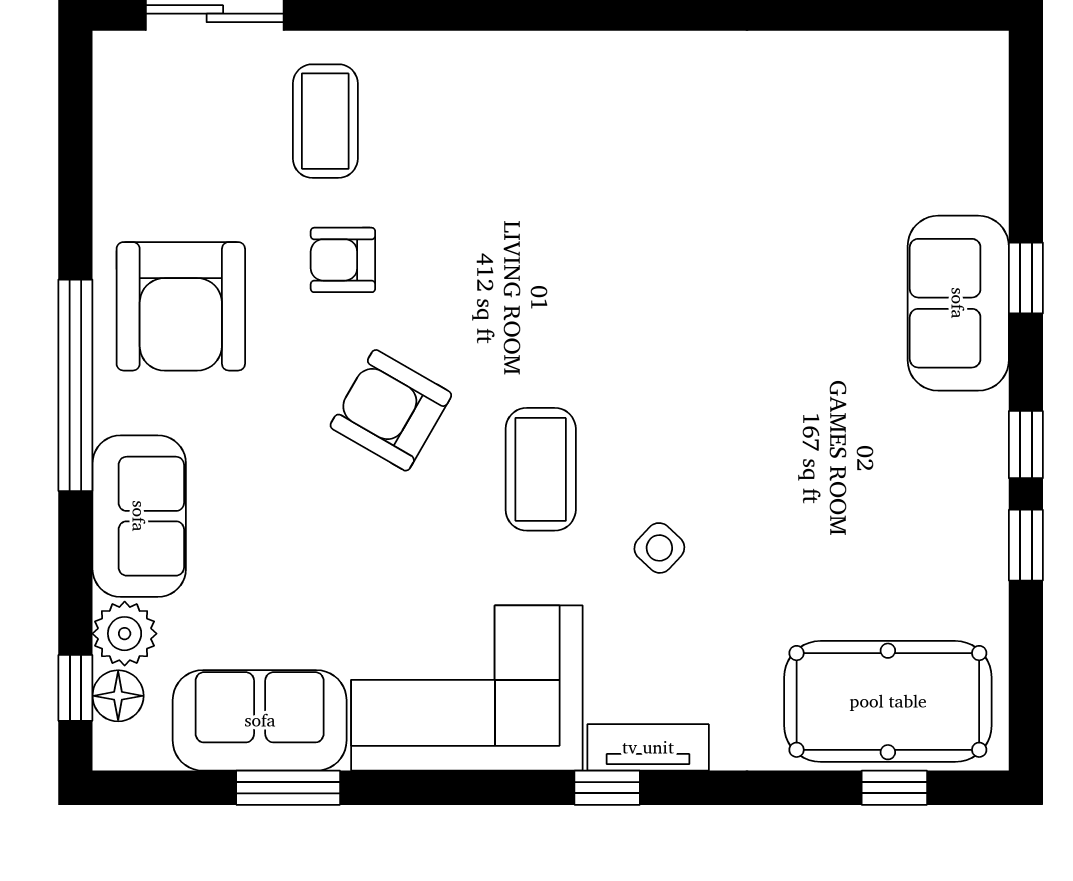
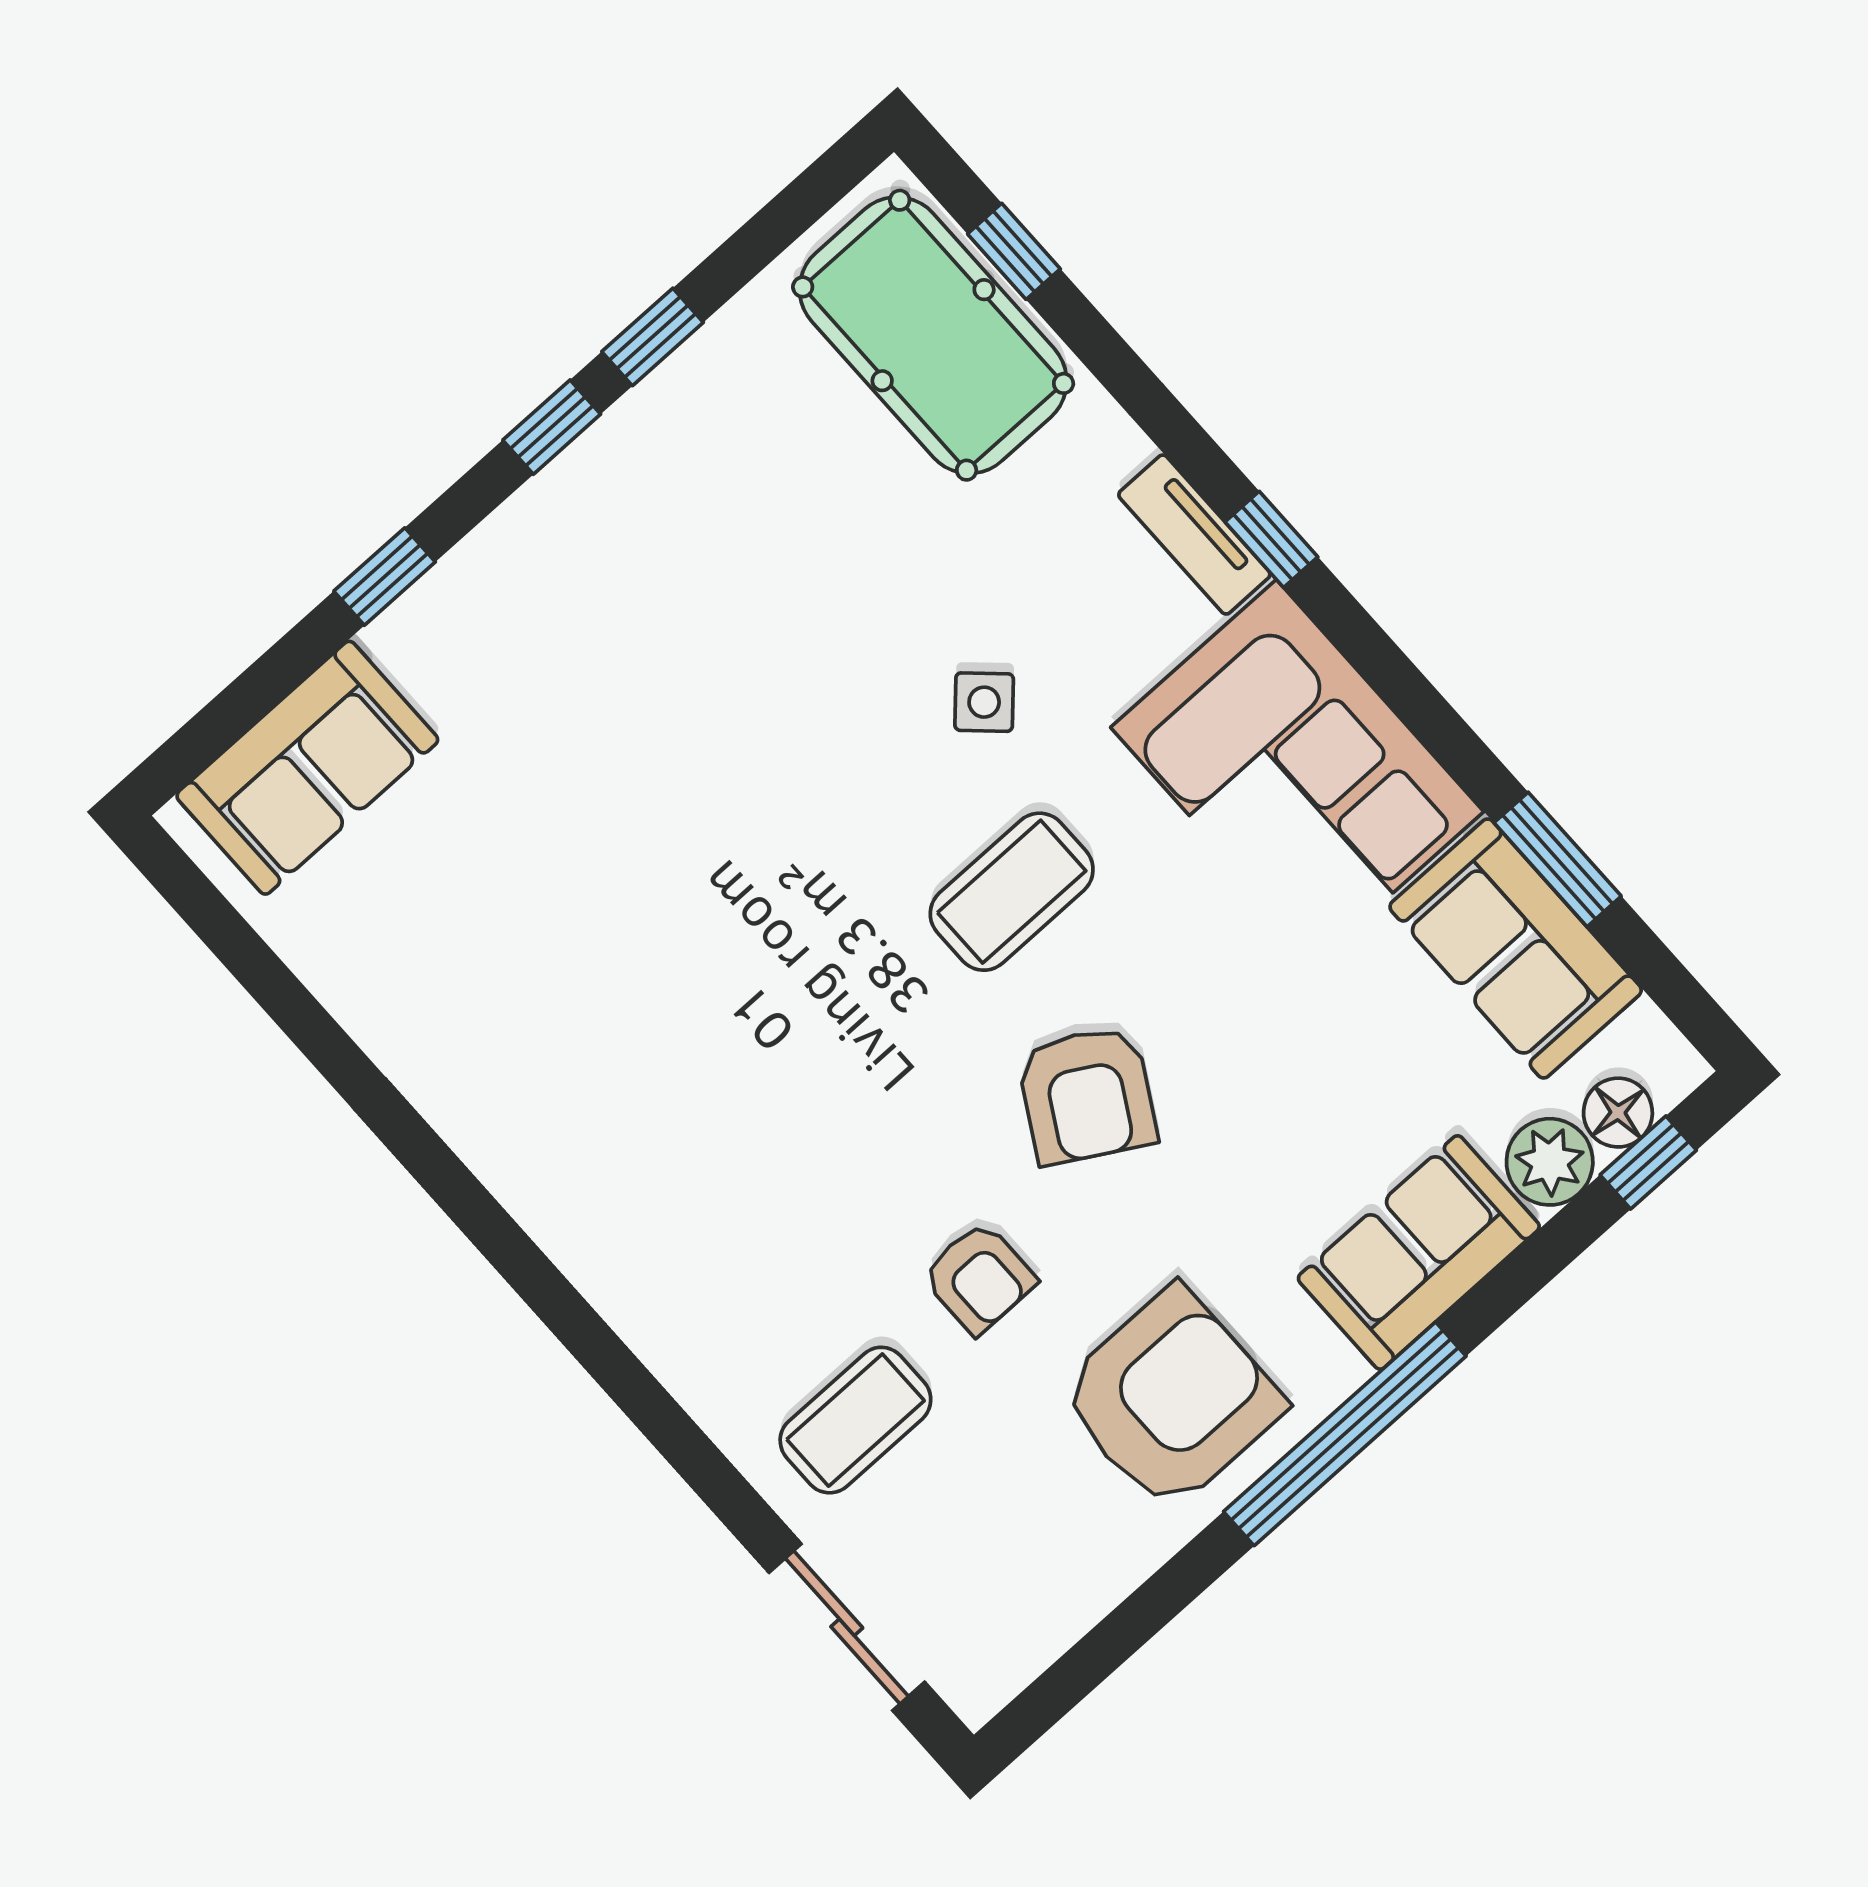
sofa: (958, 303) -> (307, 768), moved

